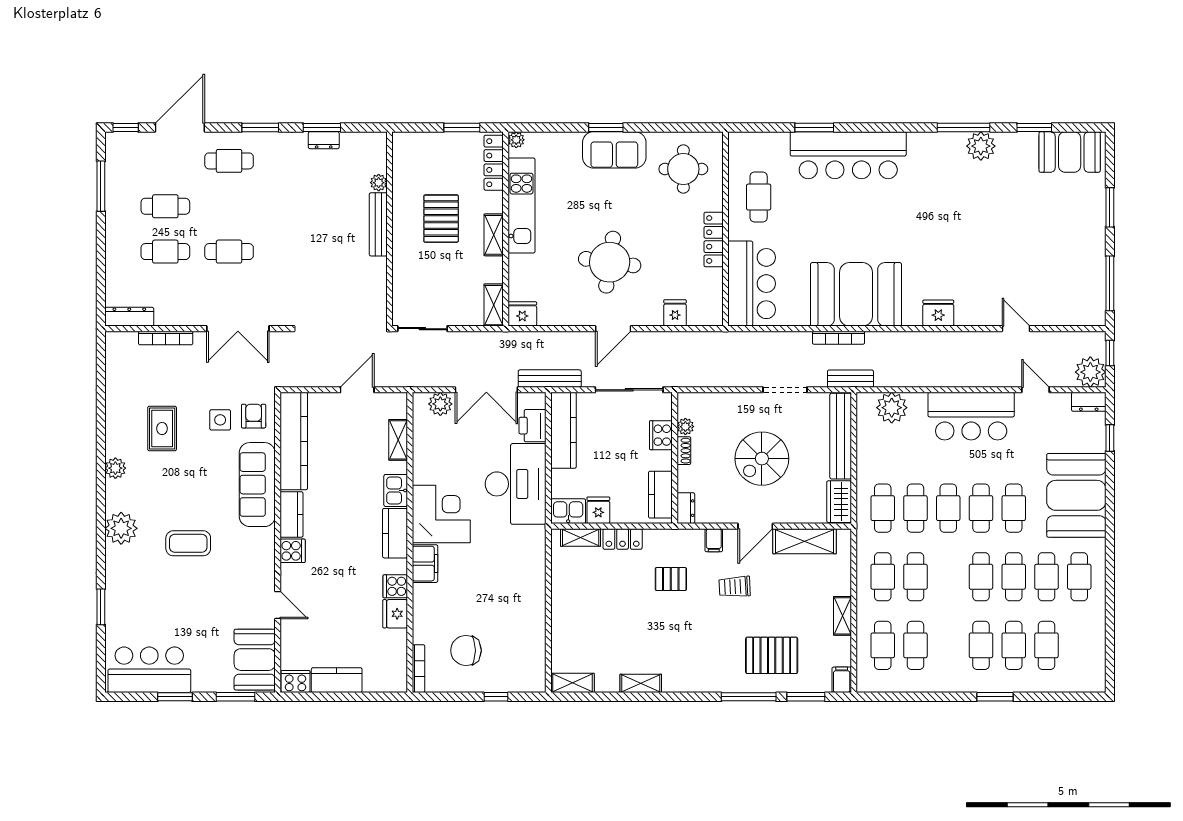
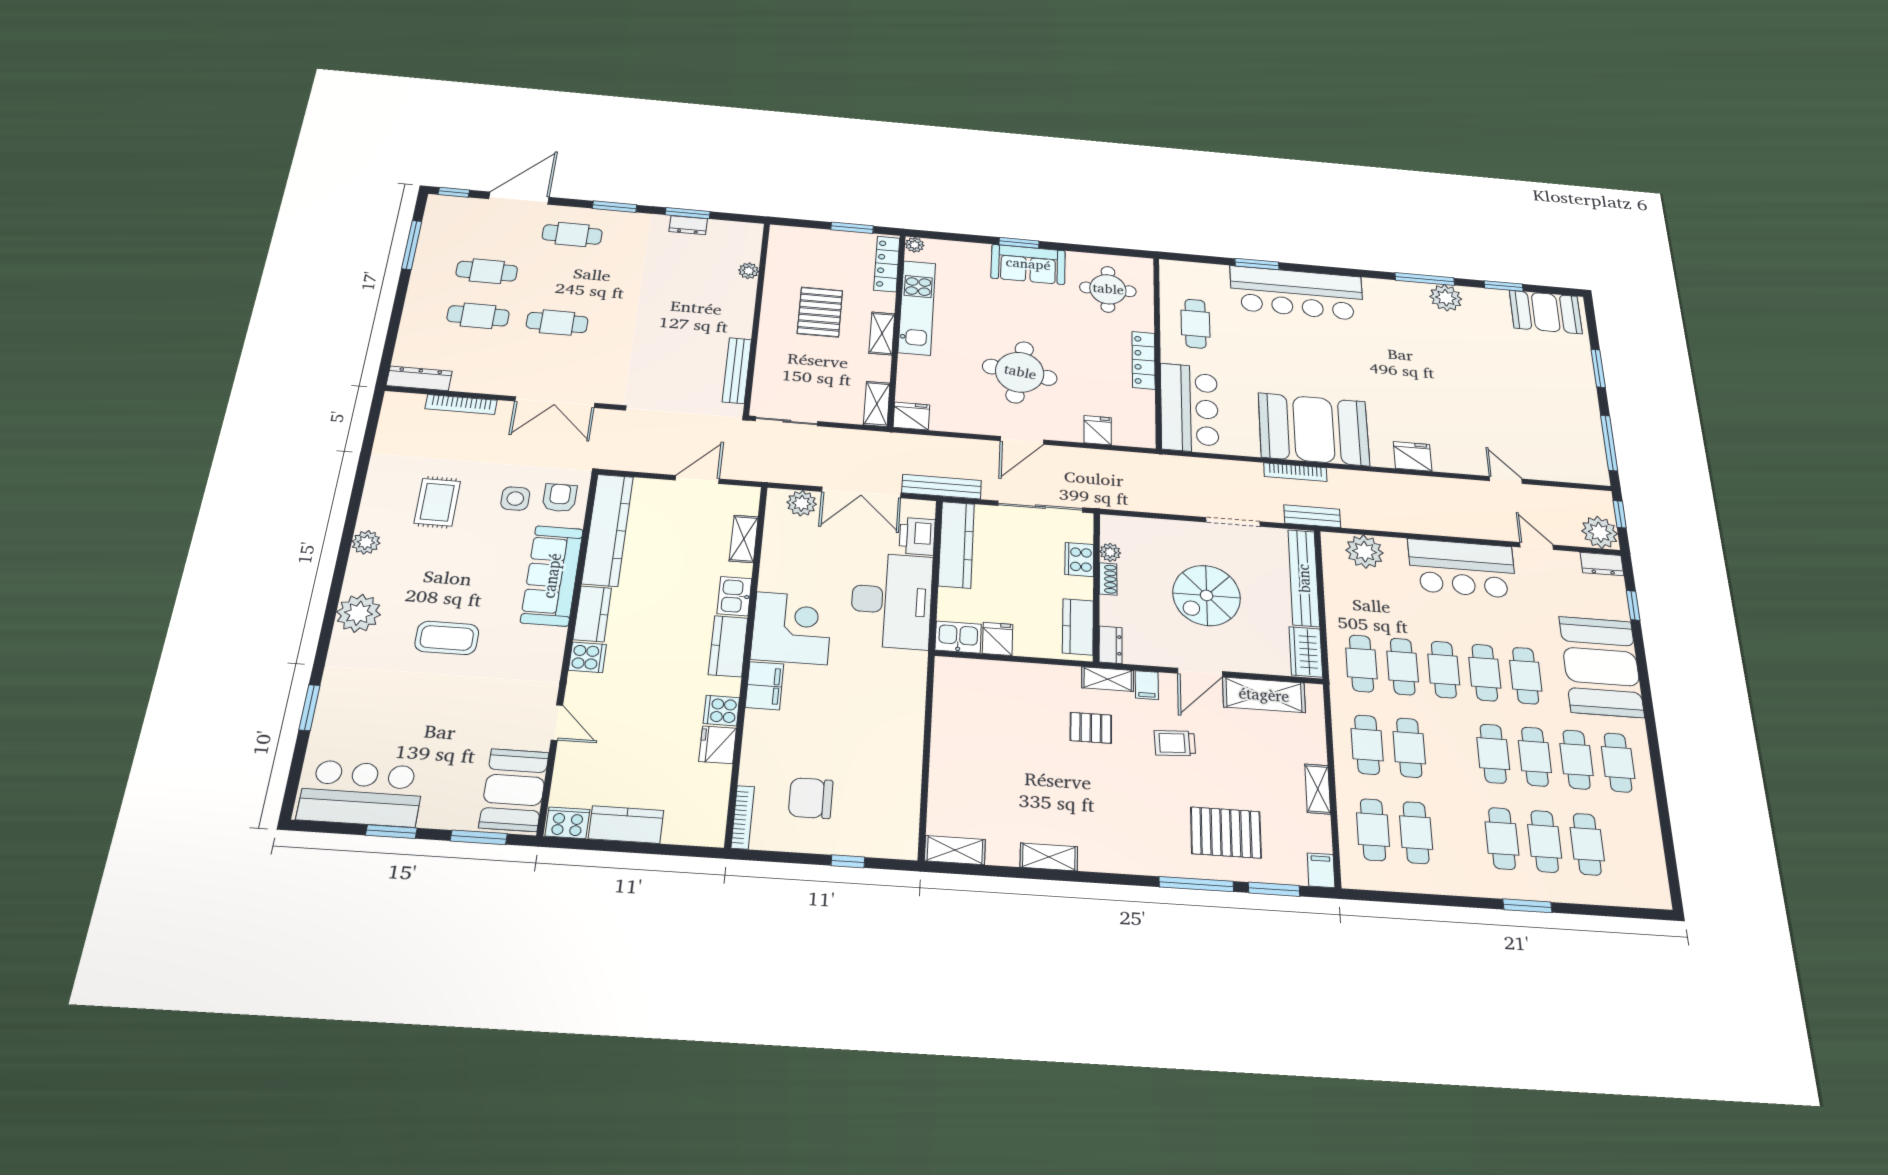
bench: (378, 224) -> (737, 370), moved
shelving: (581, 538) -> (1108, 679), moved
locker: (623, 539) -> (1028, 675), removed

